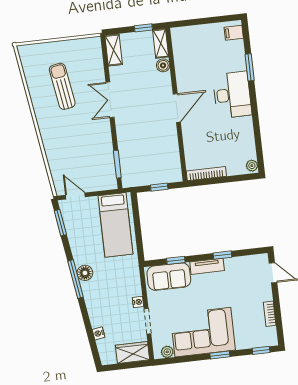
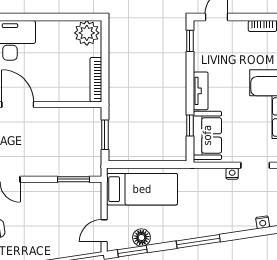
plant: (252, 166) -> (87, 33), width x1.88, depth x1.88
window: (159, 187) -> (105, 135), width x1.50
window: (222, 255) -> (190, 41), moved
floor lamp: (85, 273) -> (141, 237), moved

